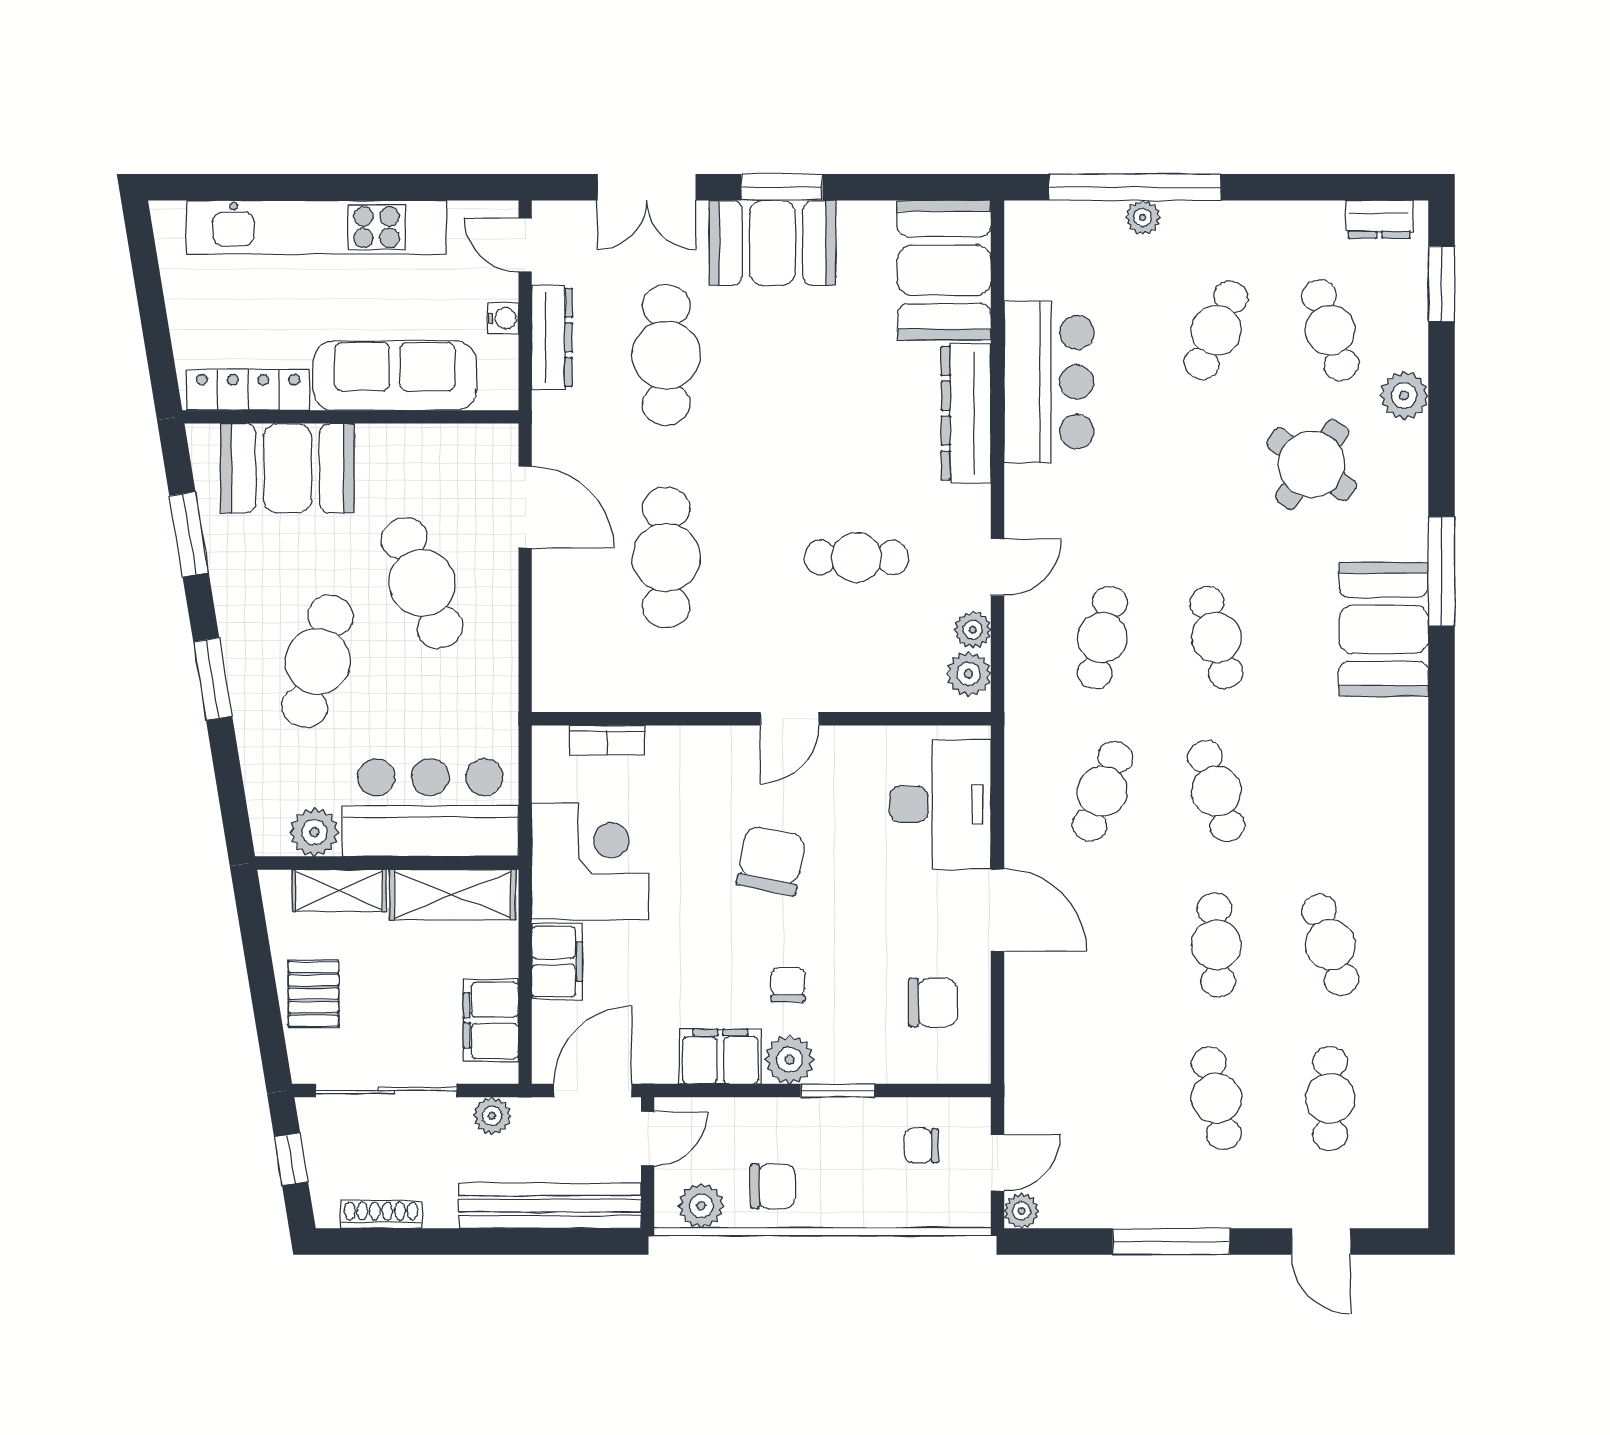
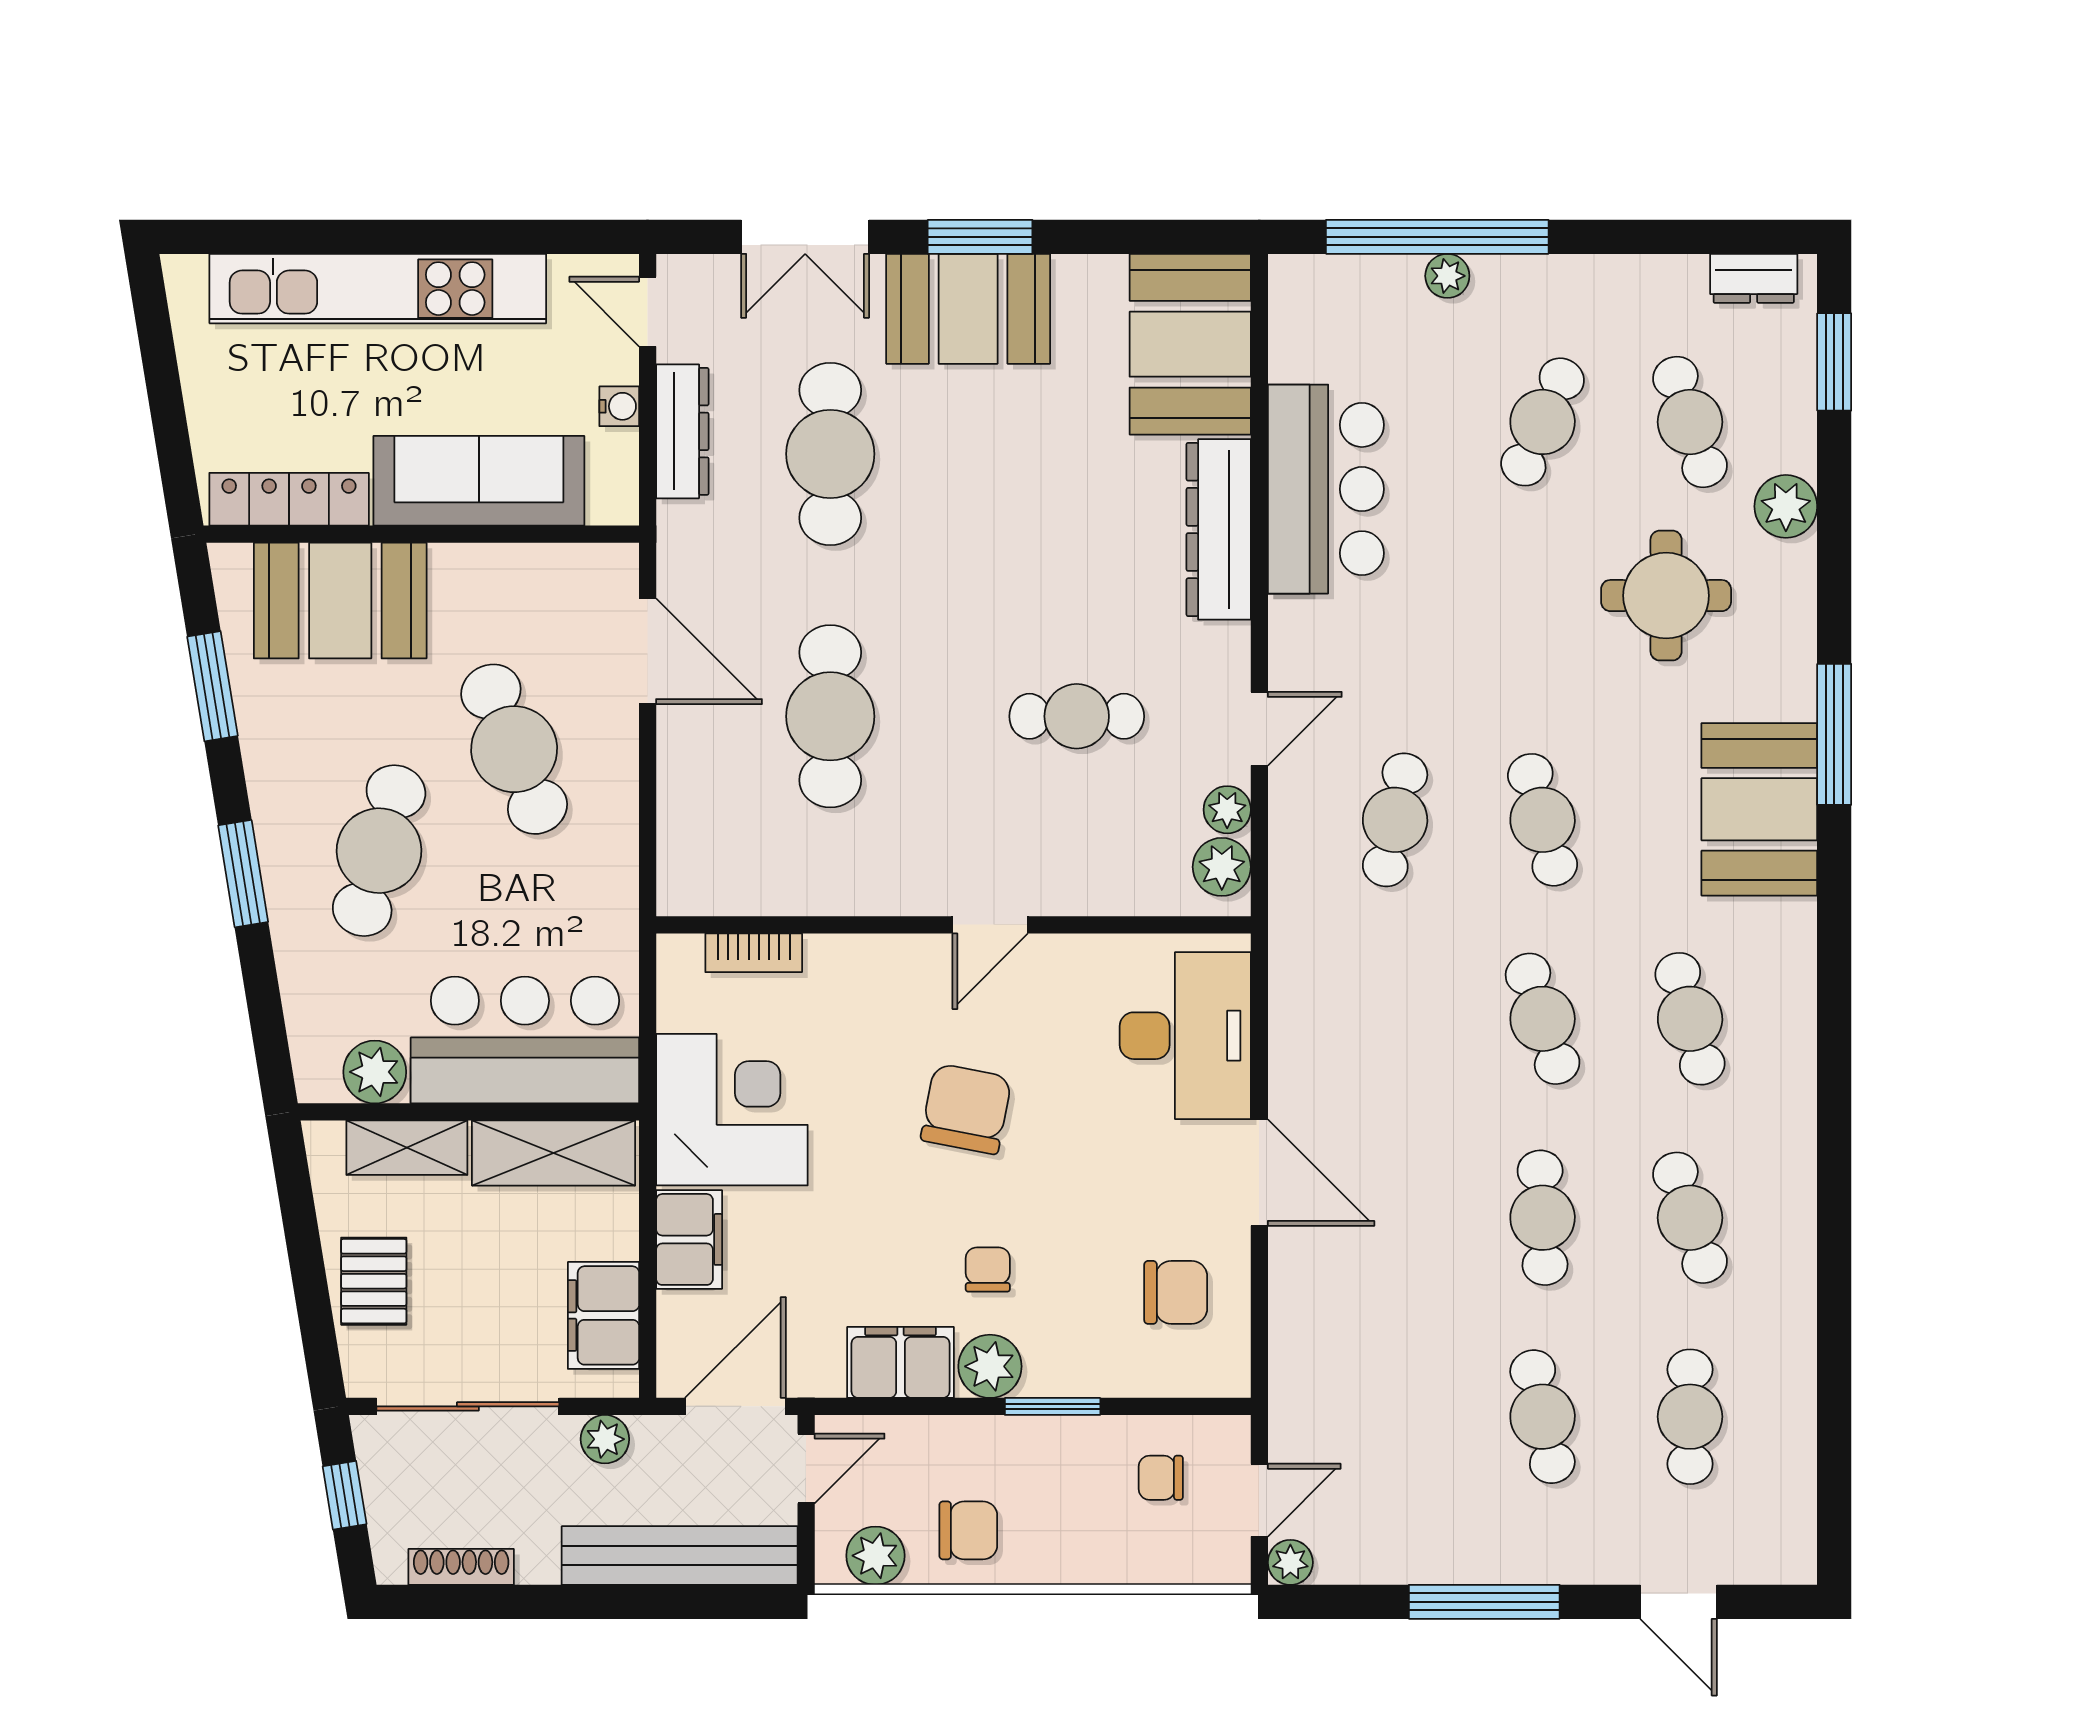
round table: (1312, 464) -> (1666, 596), turned -36
cafe table: (1102, 791) -> (1690, 1019), moved, turned -36

